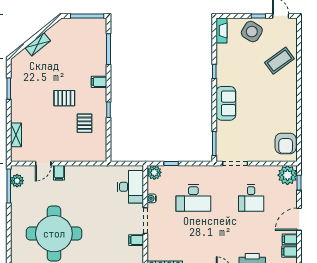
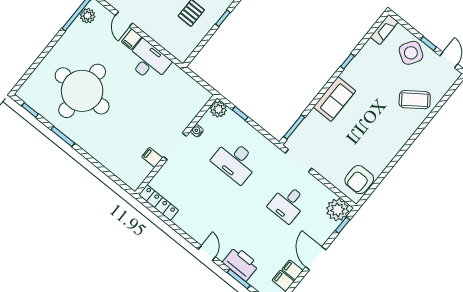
door: (43, 164) -> (124, 19), hinge flipped
desk: (131, 187) -> (148, 61), moved, turned -90
door: (299, 219) -> (316, 258), hinge flipped

